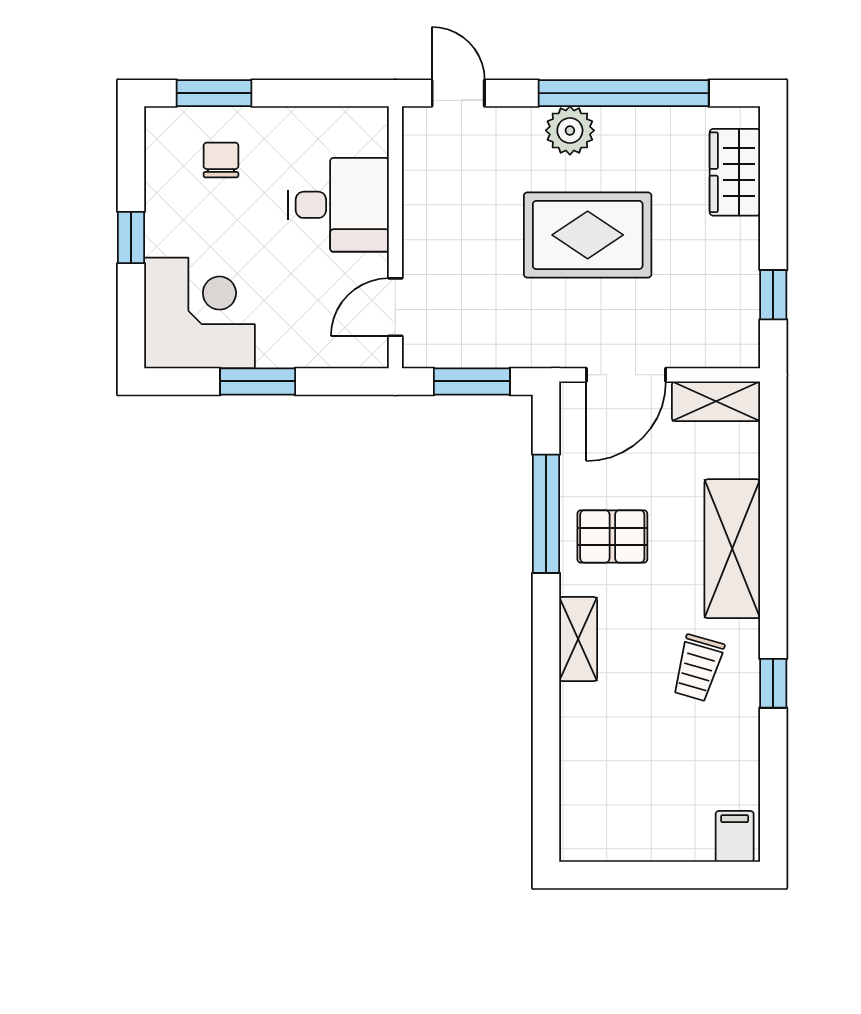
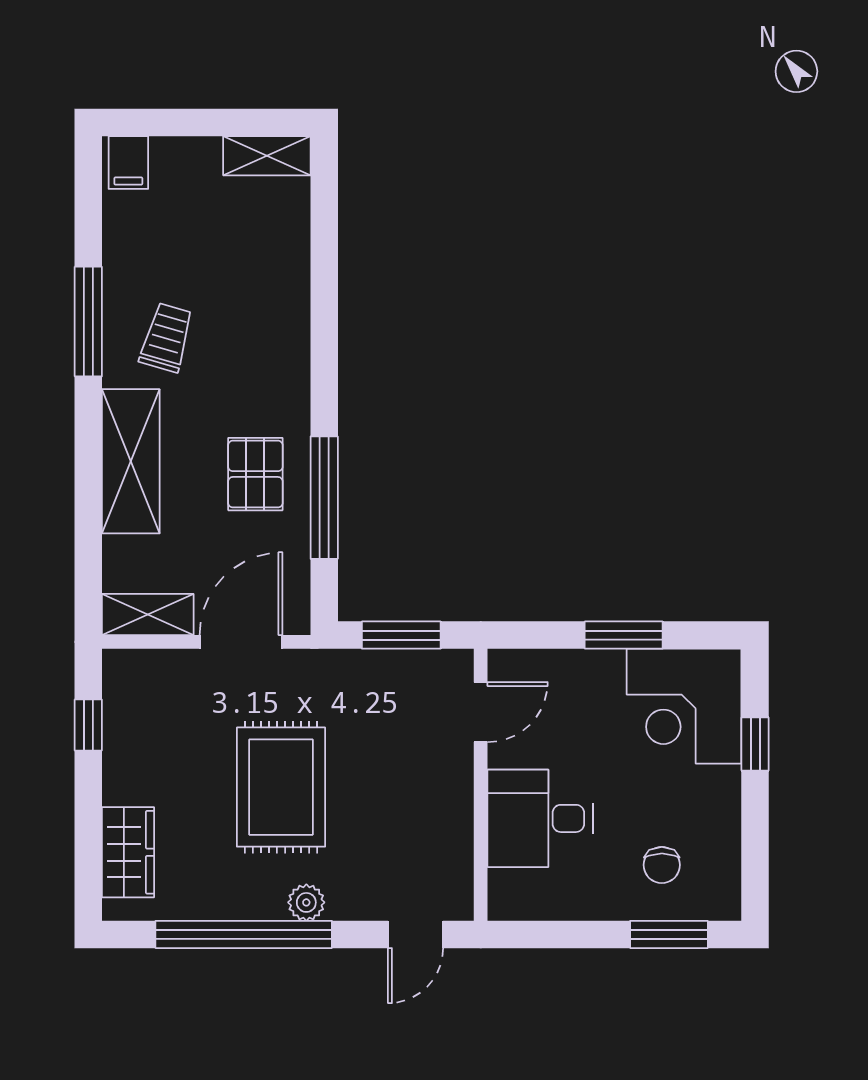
door: (458, 93) -> (416, 934), hinge flipped
plant: (570, 130) -> (306, 902), width x0.73, depth x0.73
rug: (588, 235) -> (281, 787), turned 90
window: (131, 238) -> (755, 744), moved
pallet: (612, 536) -> (255, 474), turned 90
shelving: (578, 639) -> (267, 156), moved, turned 90
window: (773, 683) -> (88, 322), width x2.17

